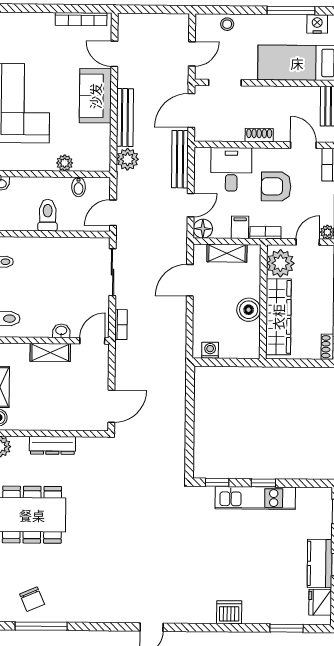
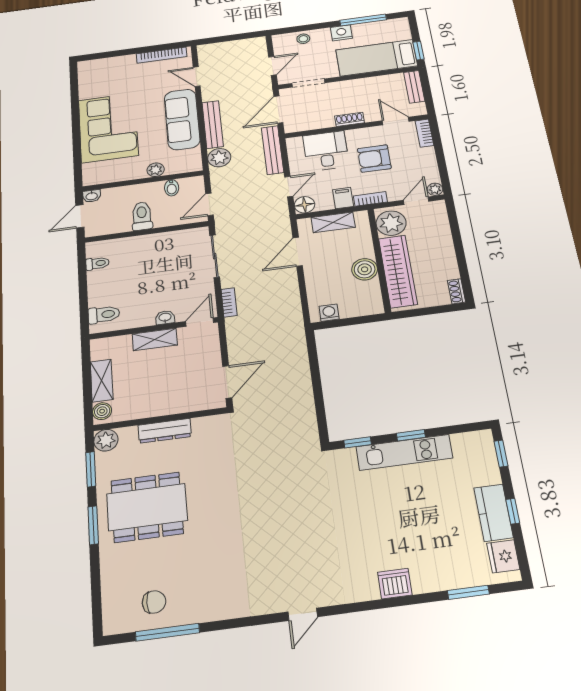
nightstand: (317, 24) -> (341, 33), moved
sofa: (95, 96) -> (182, 119), width x1.36
chair: (32, 599) -> (154, 602), turned -67

